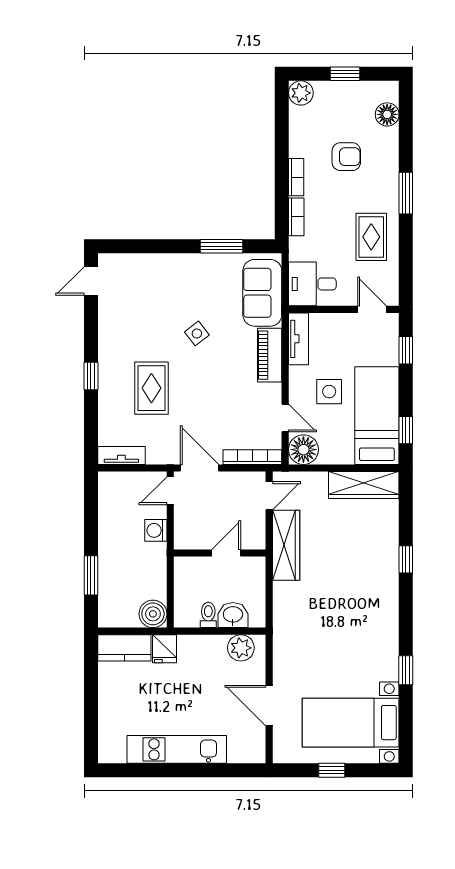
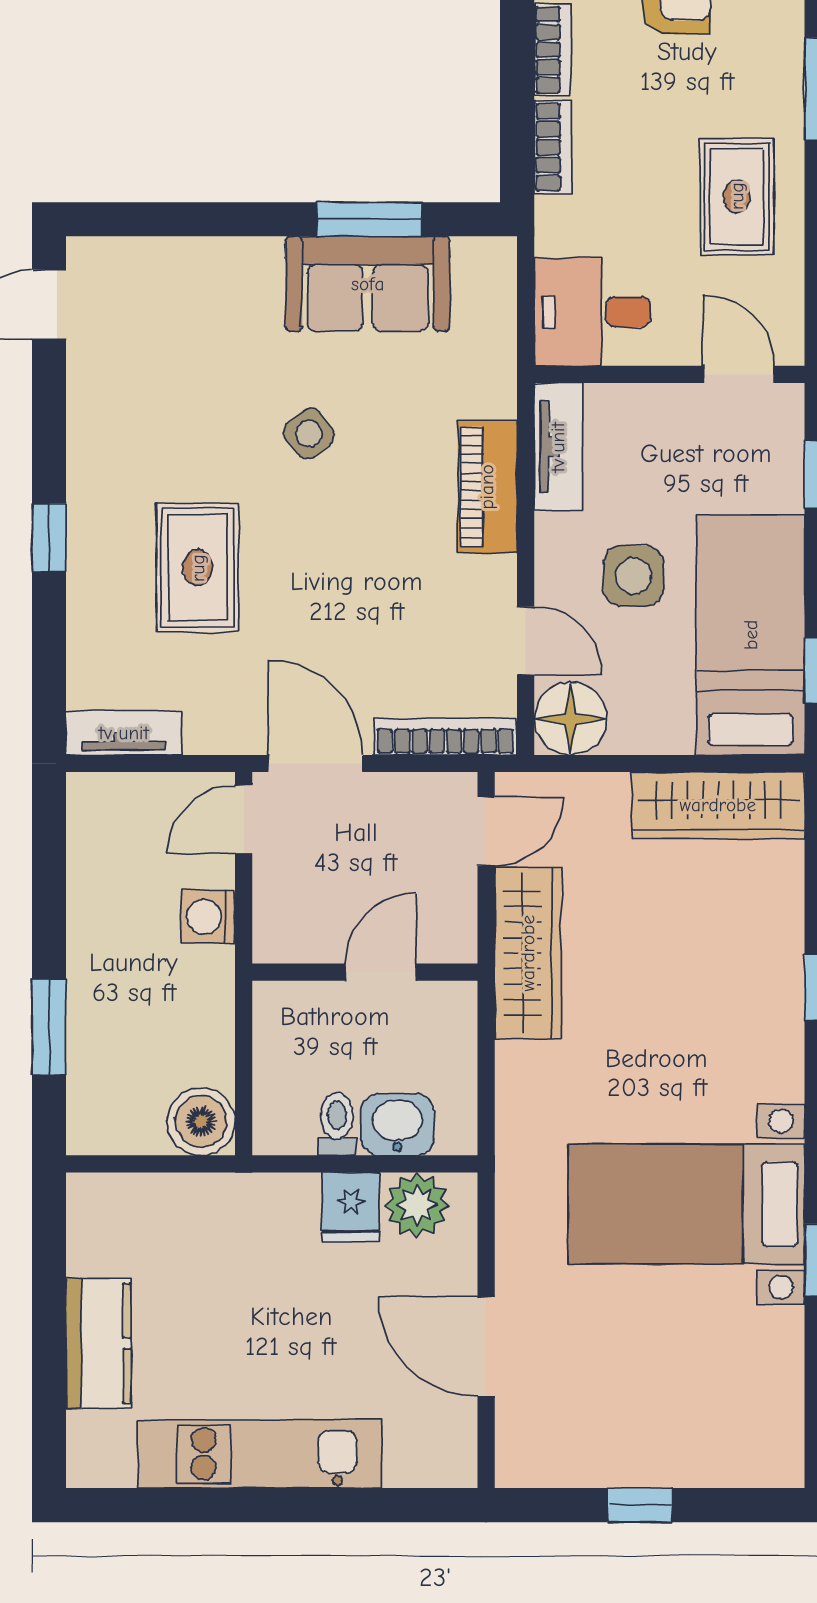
sofa: (262, 293) -> (368, 284), moved, turned -90
kitchen counter: (124, 648) -> (98, 1343), moved, turned -90
fridge: (165, 649) -> (351, 1207), moved
bed with nightstands: (351, 723) -> (686, 1204), moved

